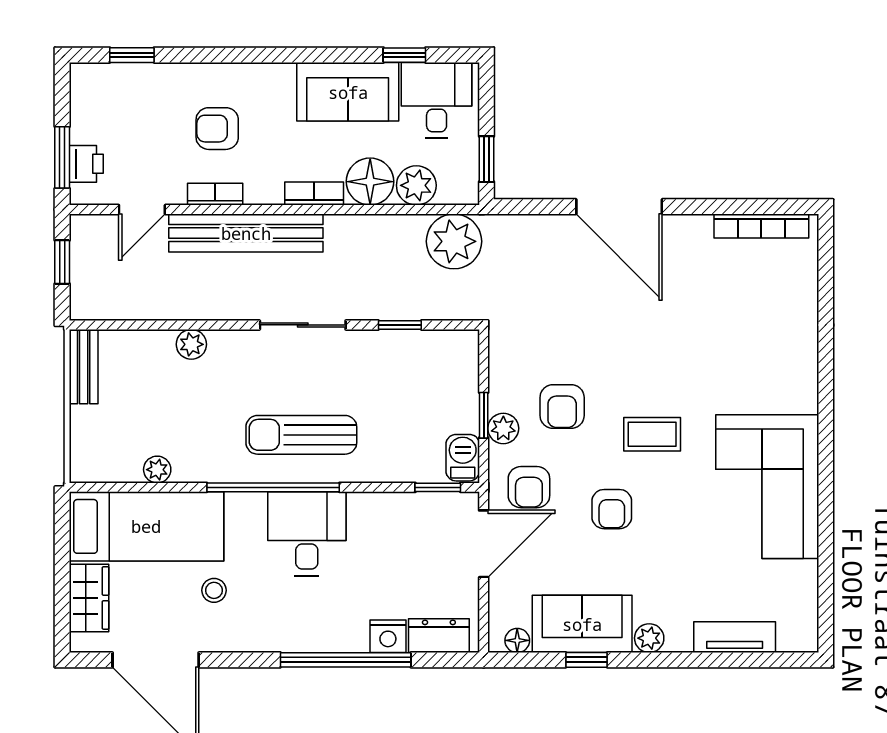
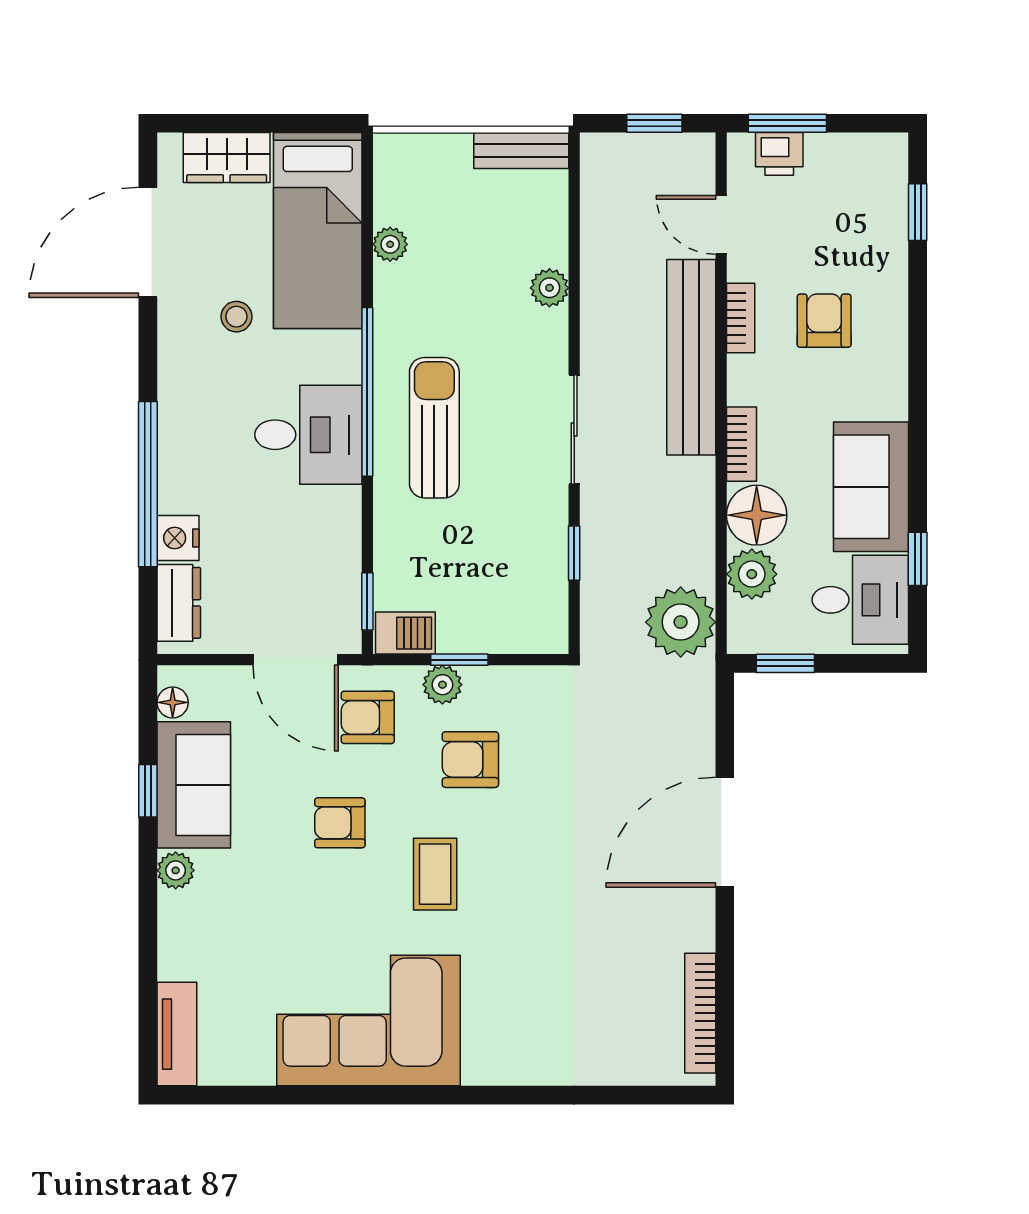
tv unit: (735, 637) -> (177, 1034), moved

